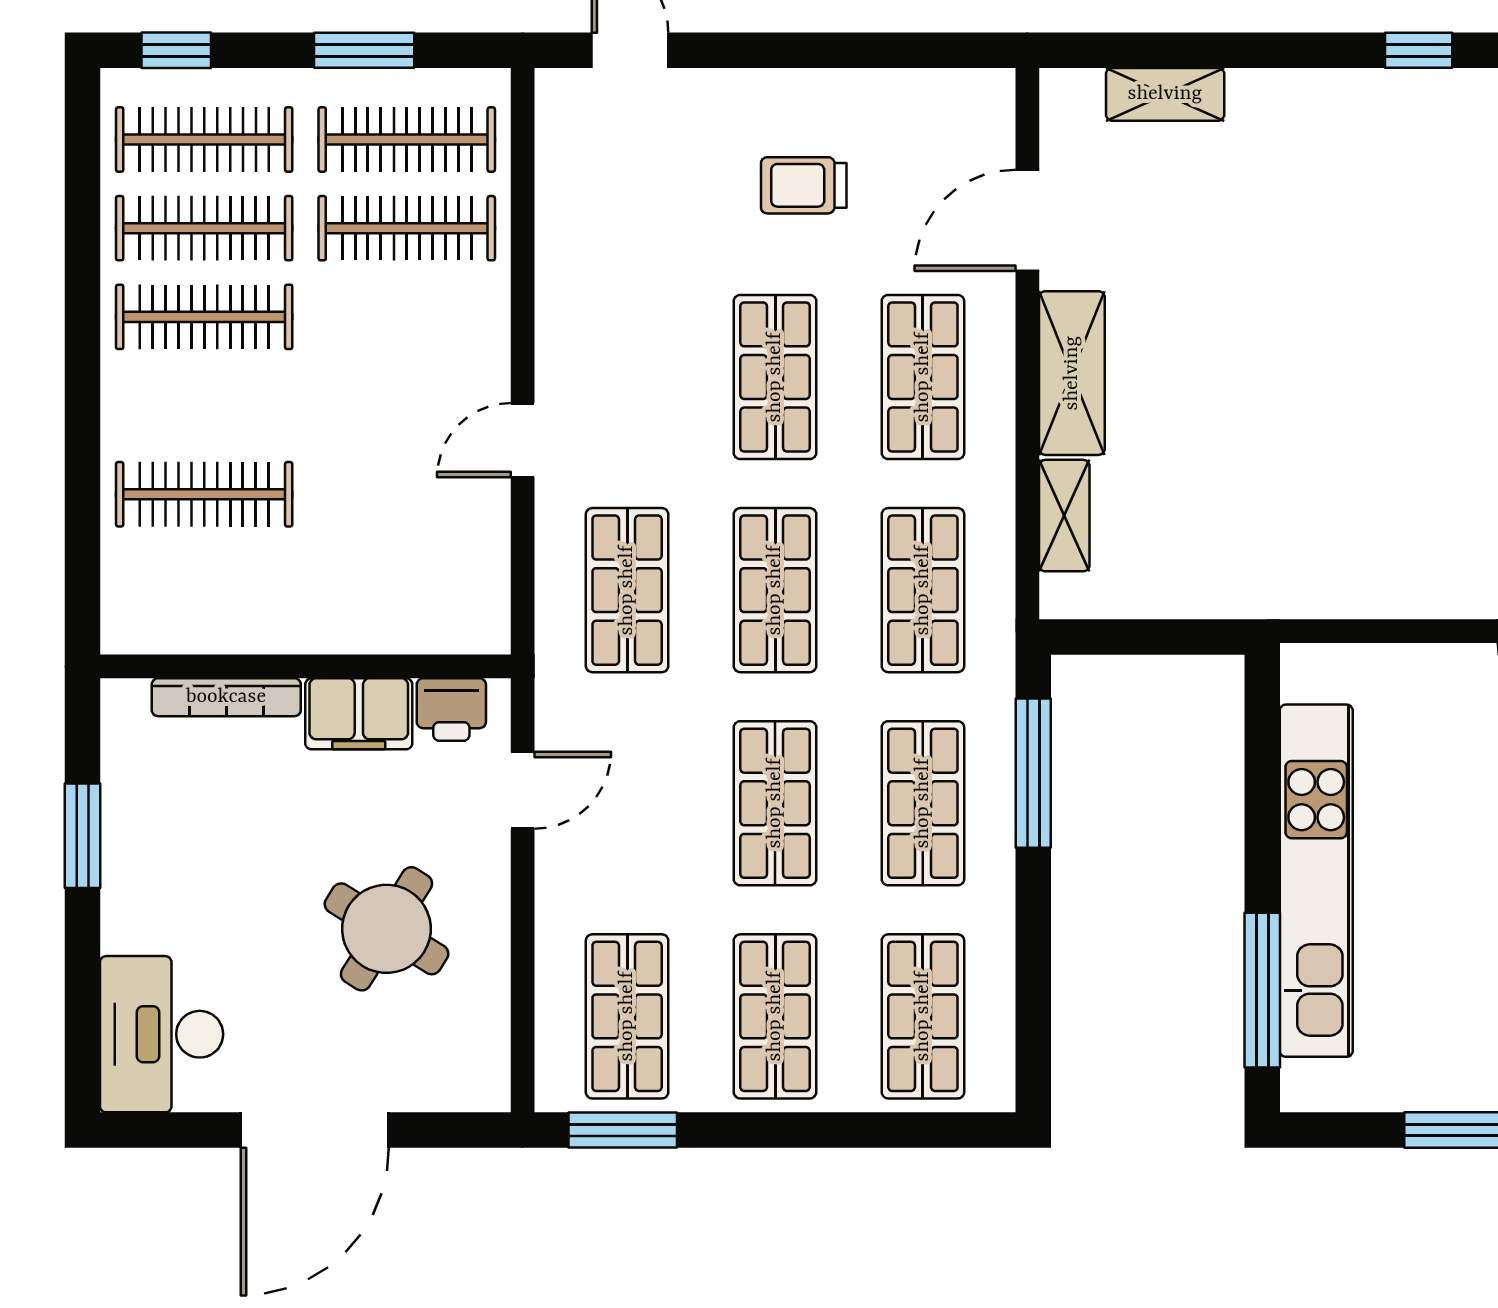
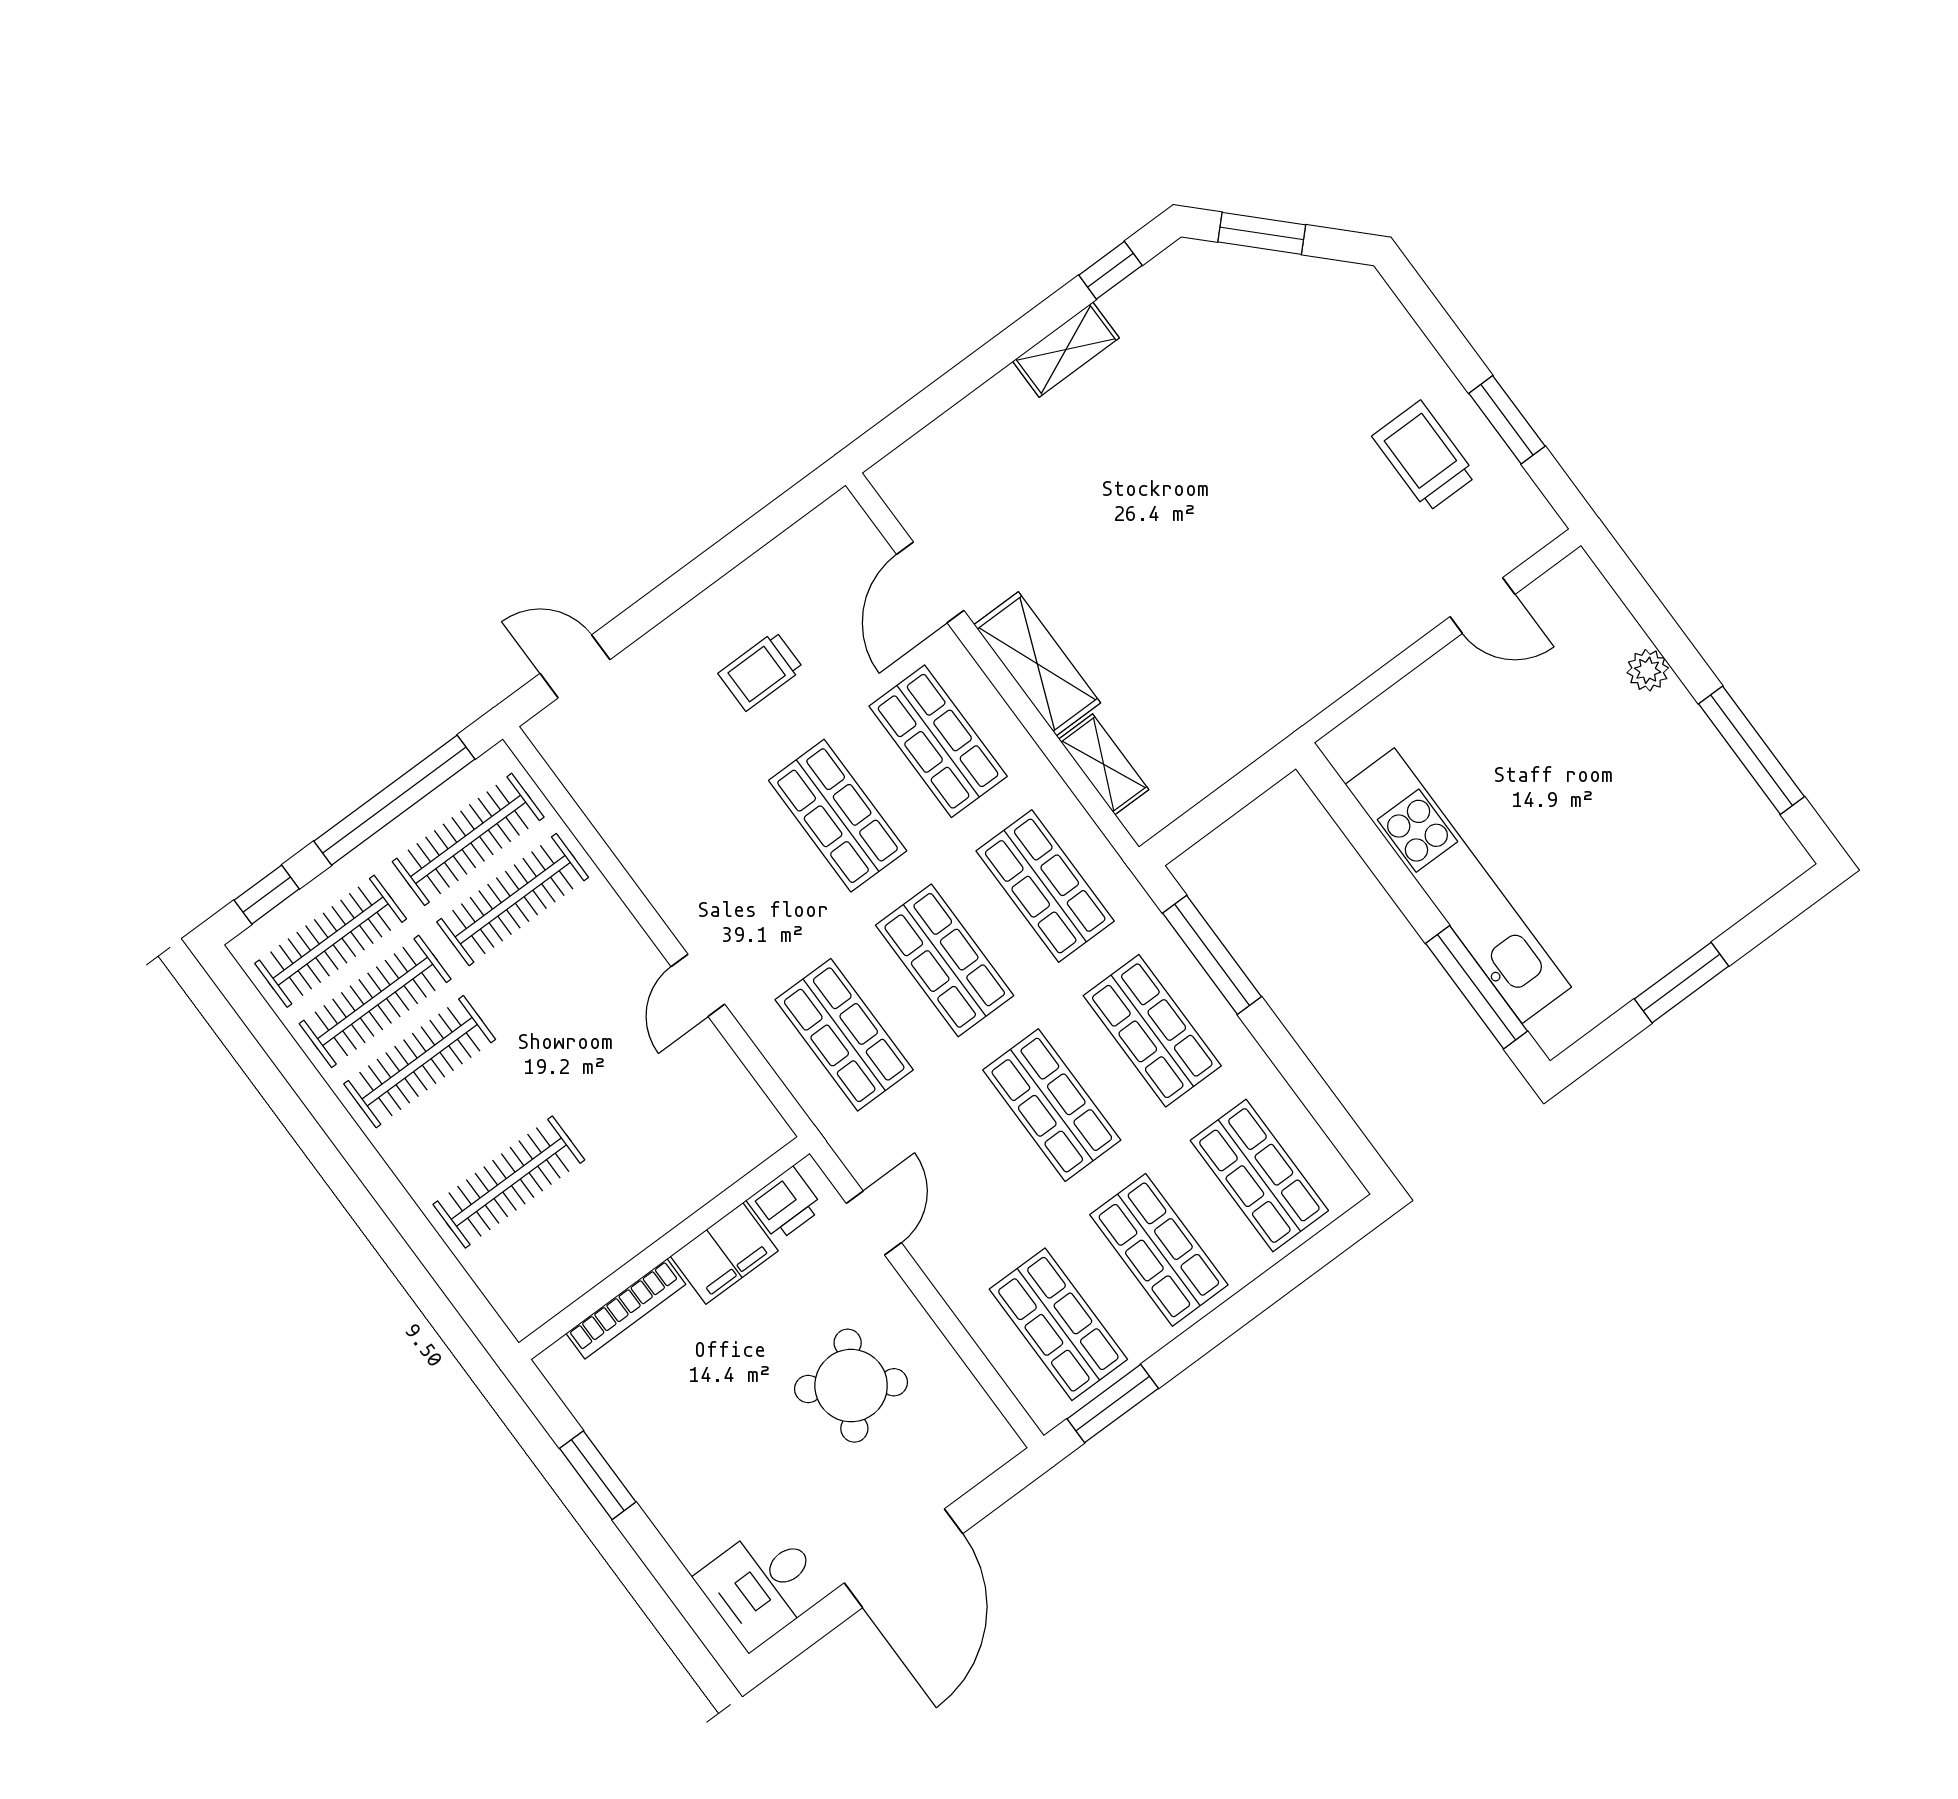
window: (364, 50) -> (394, 800), width x2.11
shelving: (1165, 94) -> (1066, 350), moved
desk: (162, 1034) -> (762, 1585), width x0.73

